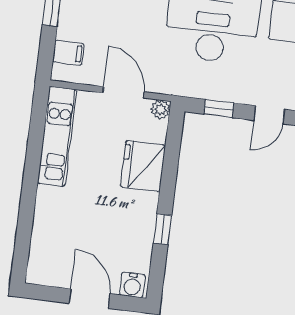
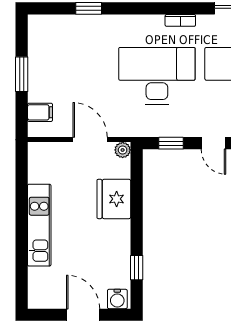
door: (269, 115) -> (214, 143), hinge flipped
kitchen unit: (57, 136) -> (39, 225), moved
window: (162, 229) -> (137, 268), moved

